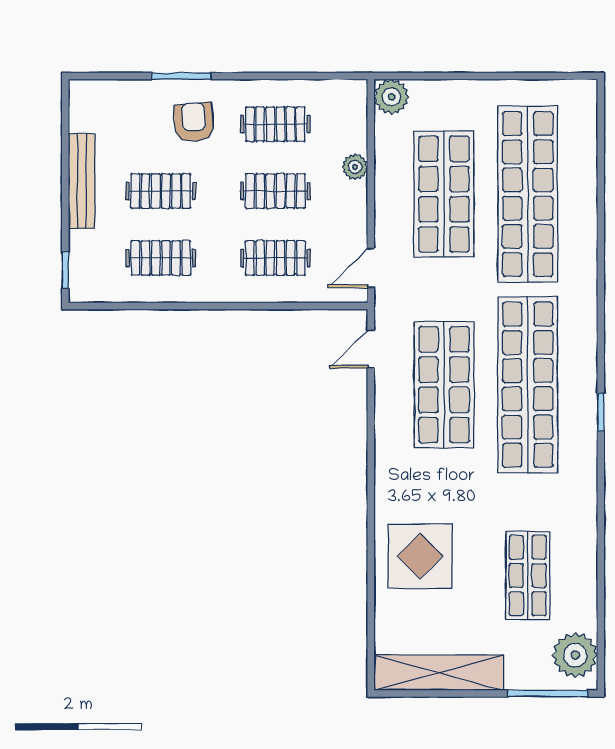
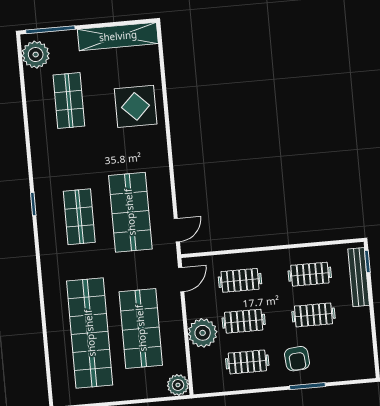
plant: (355, 167) -> (203, 333), width x1.88, depth x1.88
bench: (82, 181) -> (359, 277), moved
shop shelf: (528, 385) -> (79, 217), width x0.50, depth x0.74

